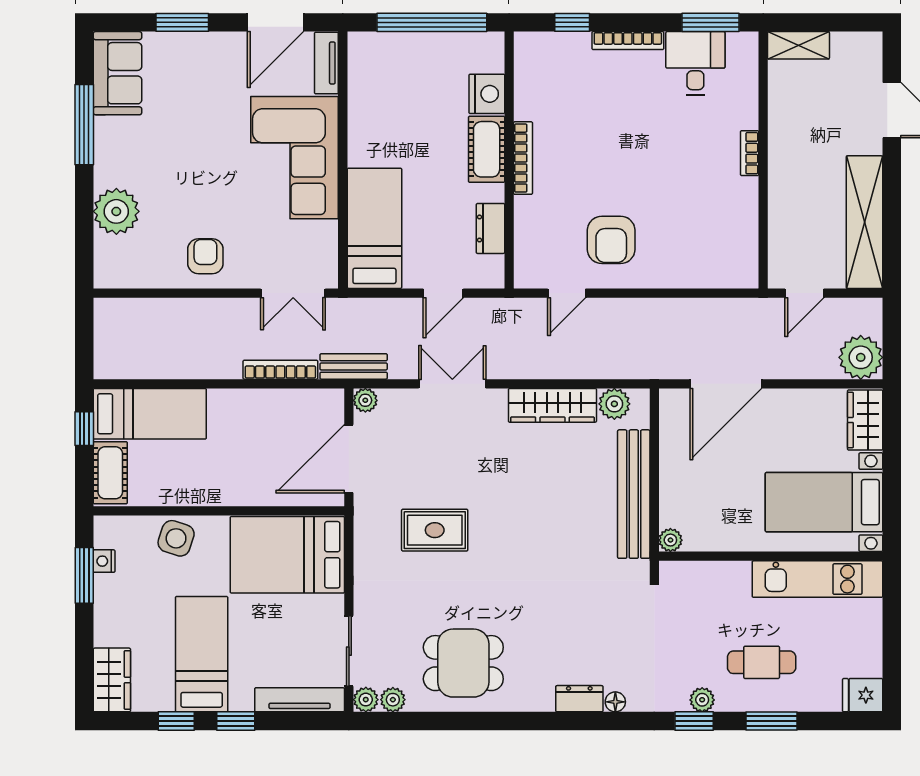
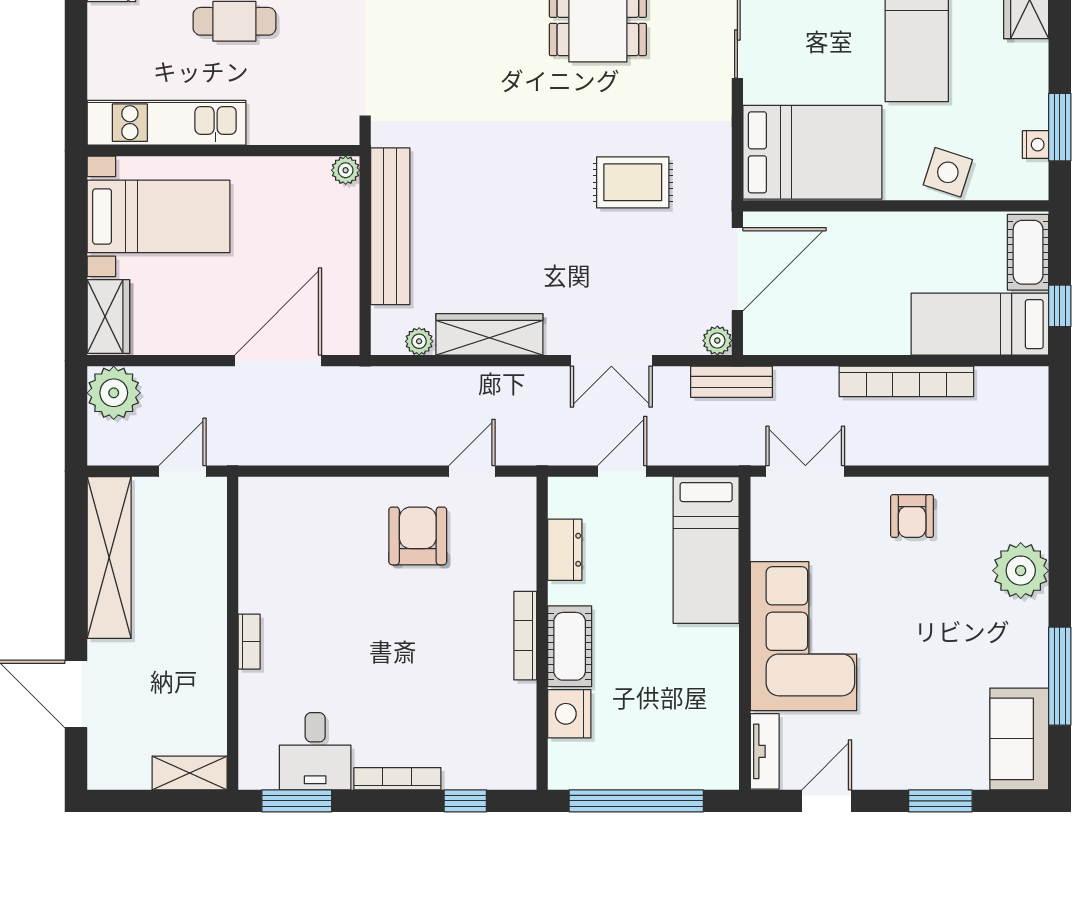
door: (275, 22) -> (827, 801), width x0.73
bookcase: (280, 370) -> (906, 381), moved, width x1.48, depth x1.31
plant: (614, 404) -> (419, 341), width x0.73, depth x0.73

